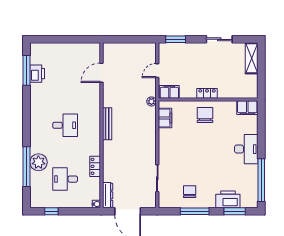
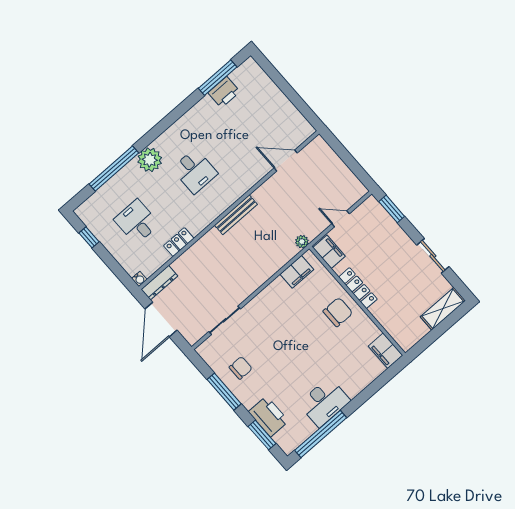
locker: (207, 93) -> (358, 288), width x1.53
desk: (246, 149) -> (324, 402), moved
plant: (38, 162) -> (150, 160), moved

